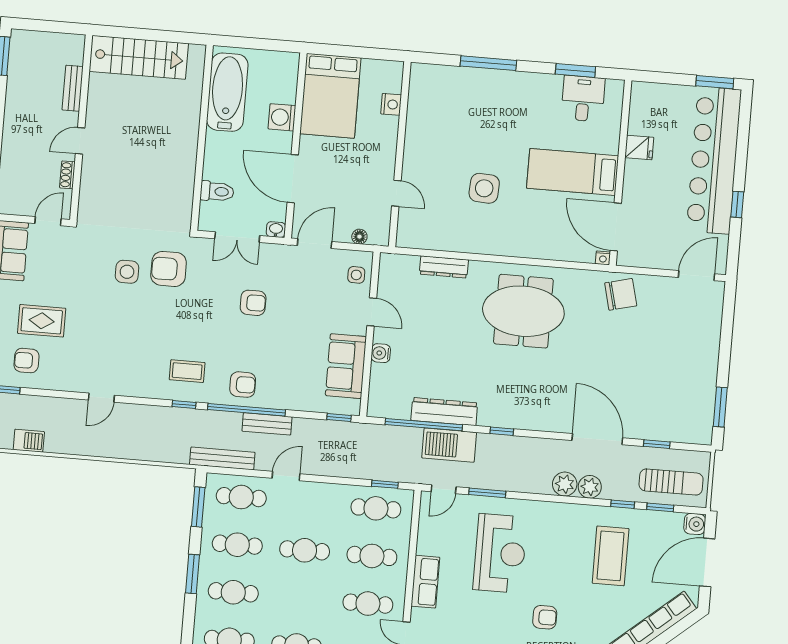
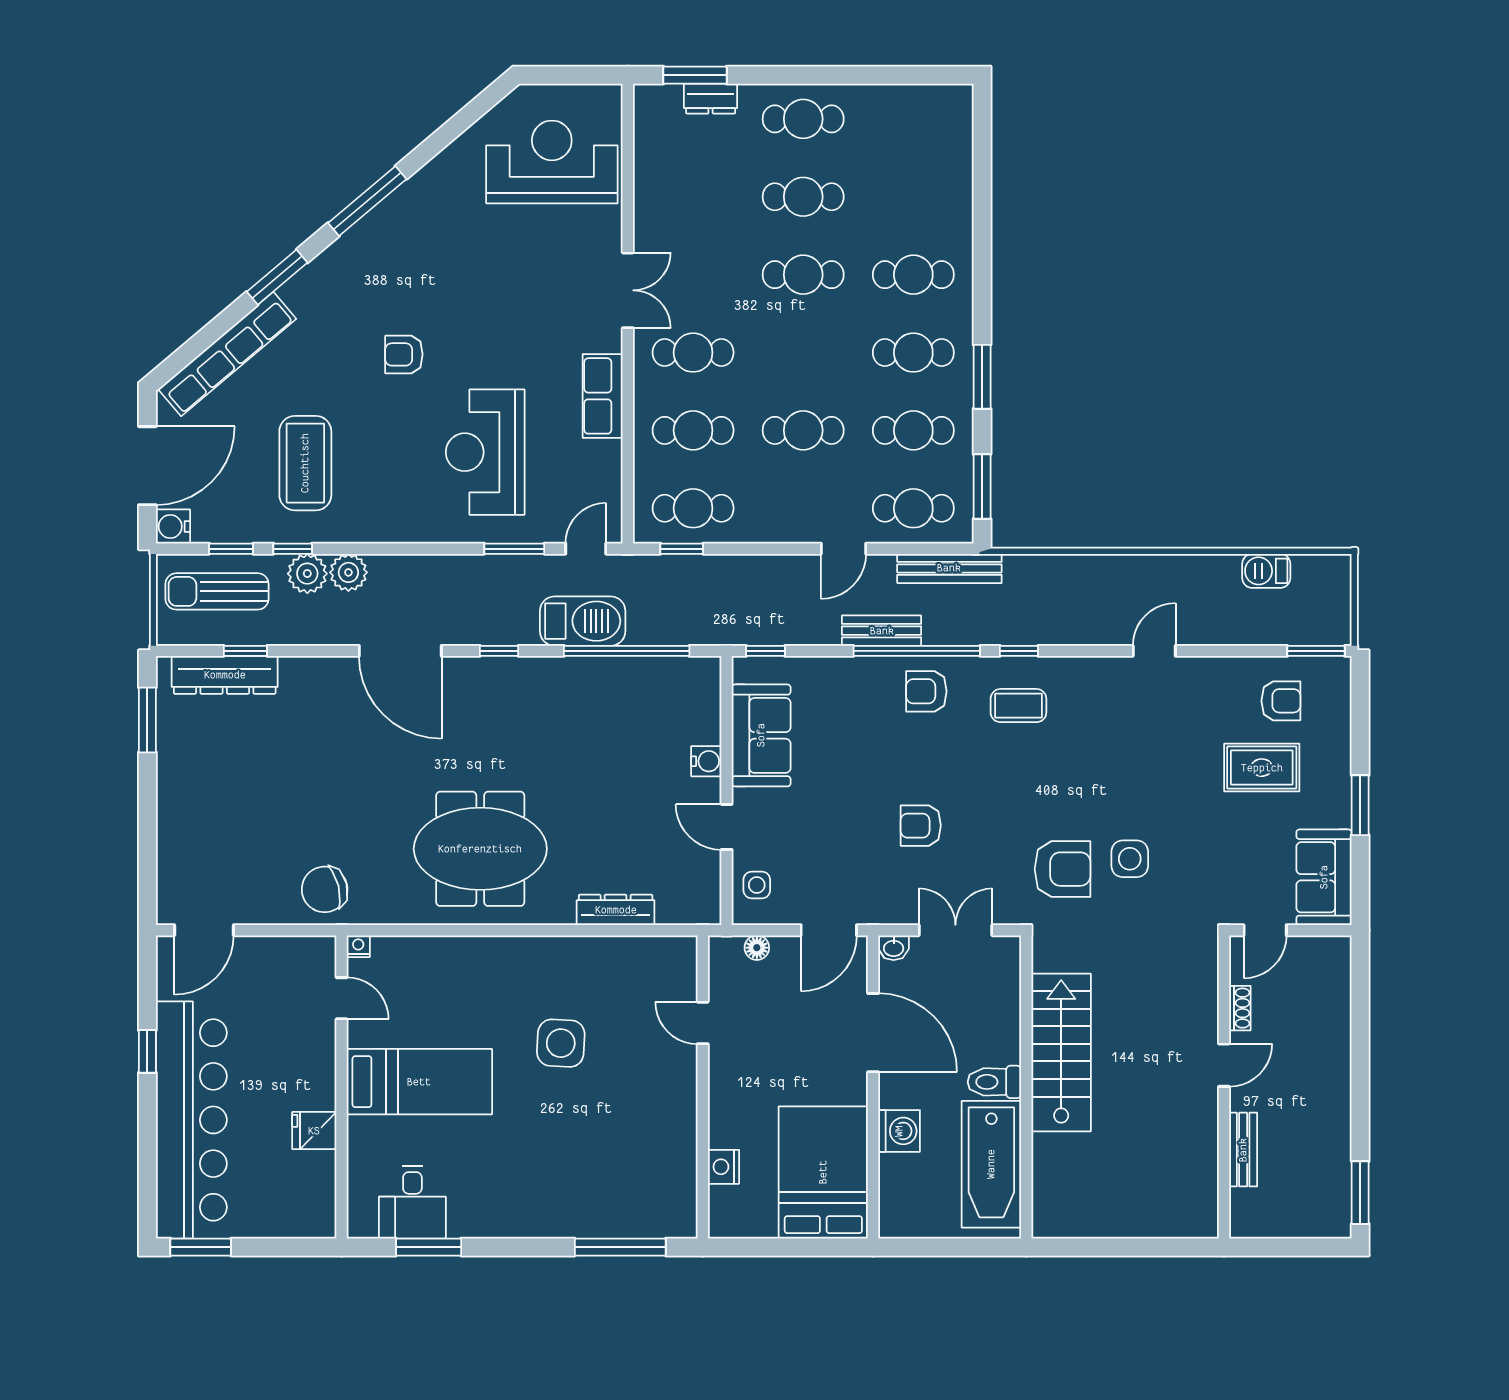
stairs: (139, 57) -> (1061, 1052), moved, turned 90
window: (488, 63) -> (620, 1247), moved
toilet: (217, 191) -> (994, 1082), moved
door: (616, 227) -> (342, 998), width x0.53
dresser: (444, 412) -> (225, 675), moved
door: (597, 439) -> (400, 651), moved
plant: (565, 484) -> (307, 574), moved

